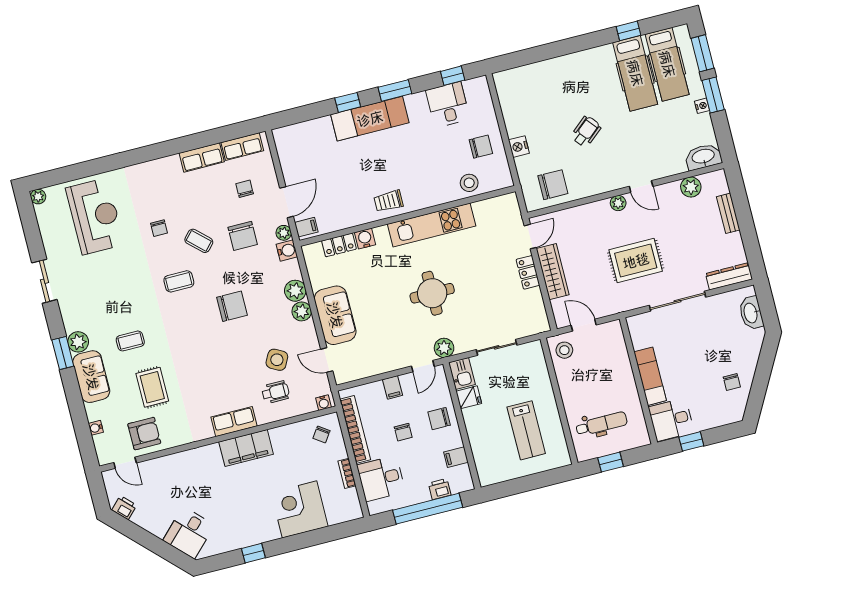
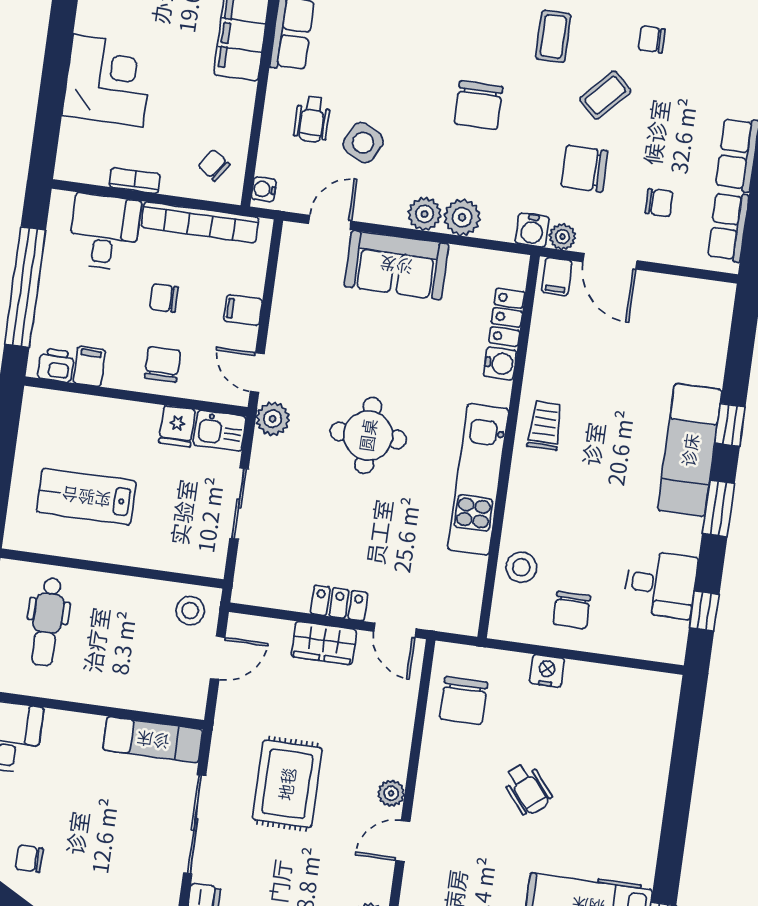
wardrobe: (553, 272) -> (324, 643), width x0.67
exam couch: (650, 376) -> (153, 740), moved
printer: (440, 489) -> (56, 365), moved, turned -90

